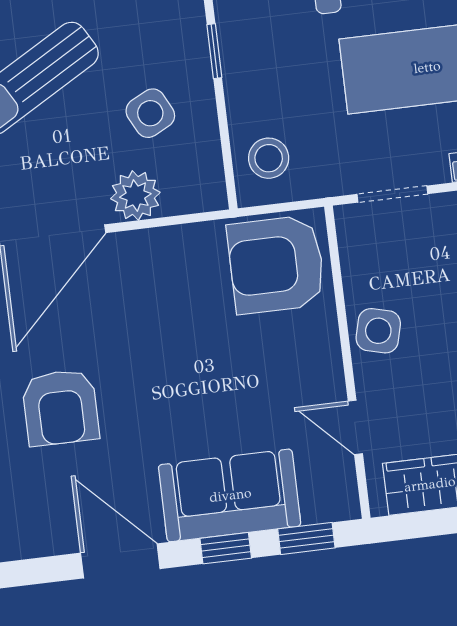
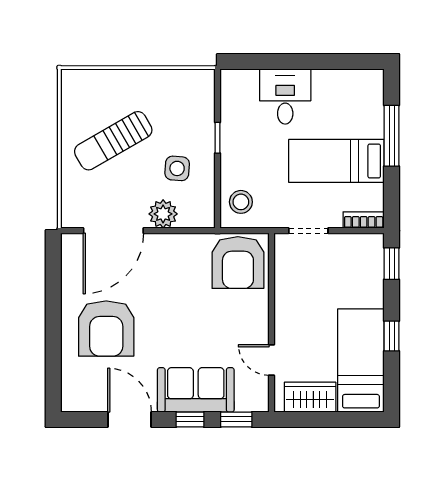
side table: (150, 113) -> (177, 168), turned 31
armchair: (276, 265) -> (238, 263), turned -90
side table: (378, 331) -> (291, 307), removed
armchair: (61, 407) -> (106, 329), width x1.36, depth x1.36

